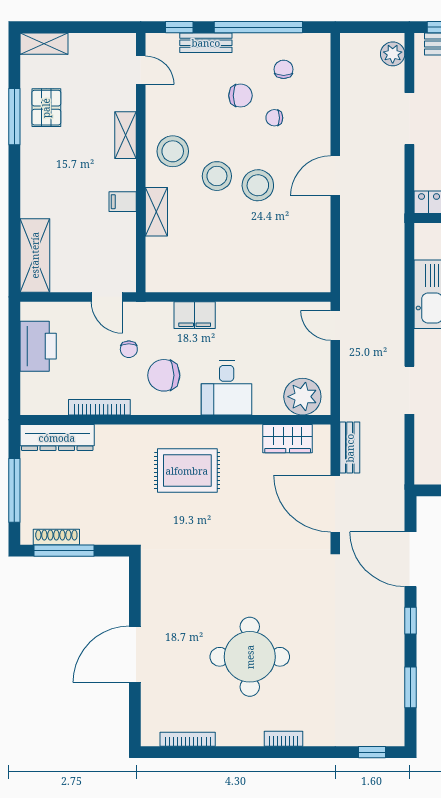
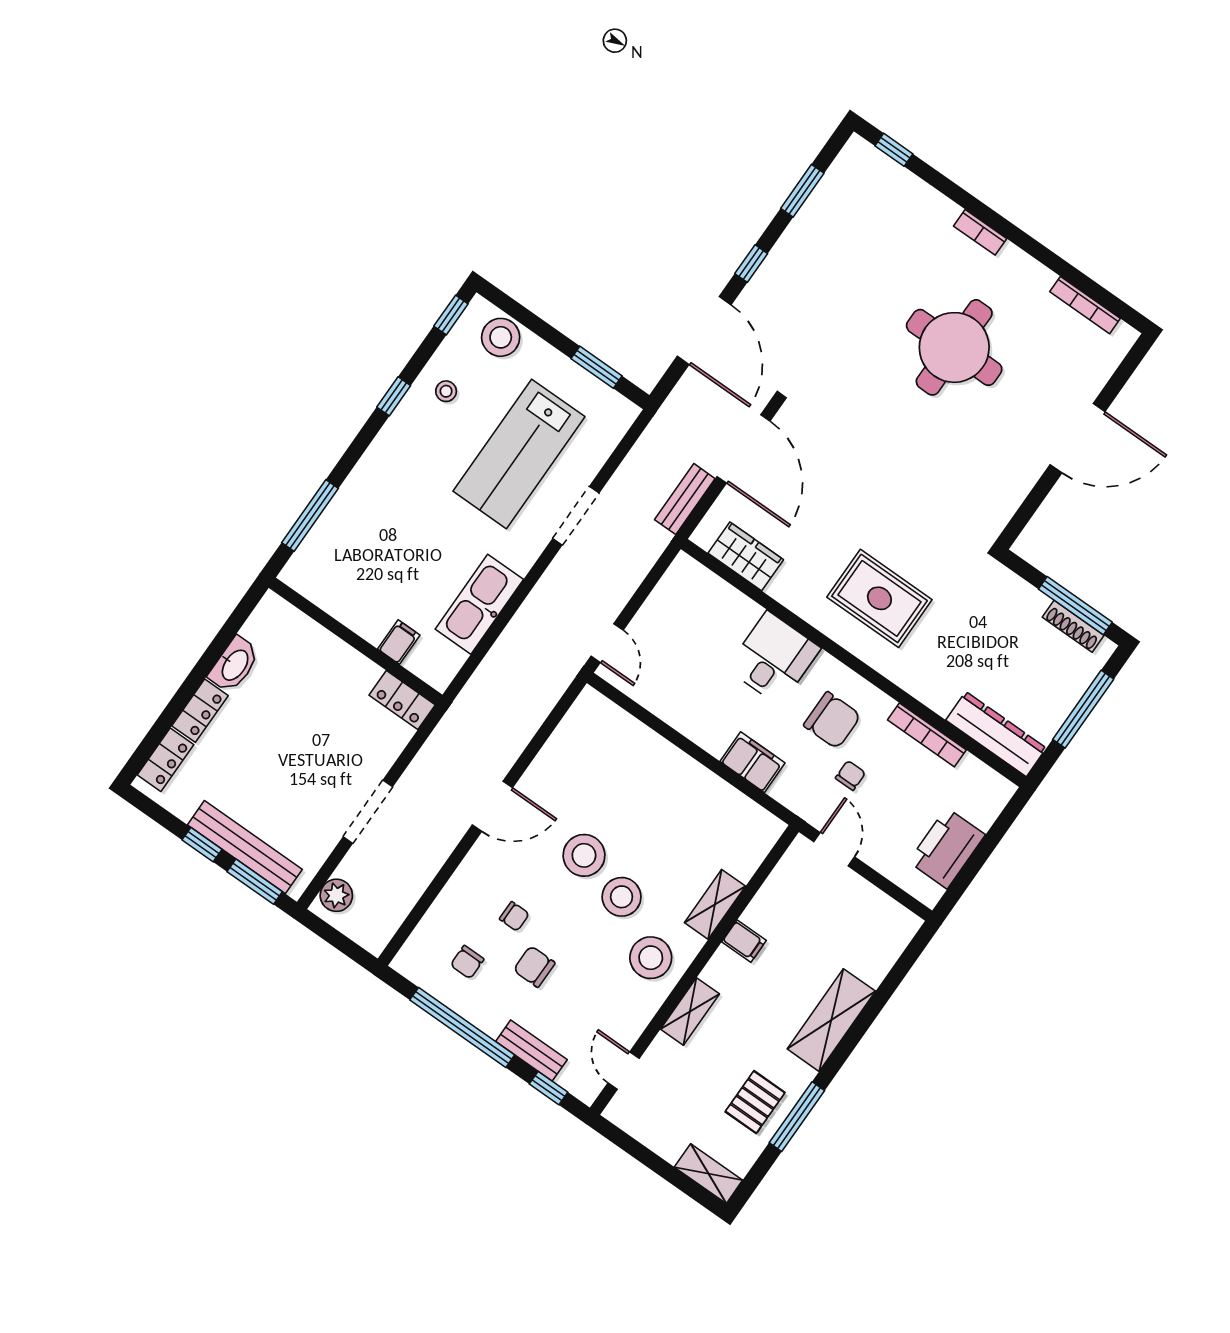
shelving: (35, 255) -> (831, 1020), moved
plant: (302, 397) -> (697, 591), removed

